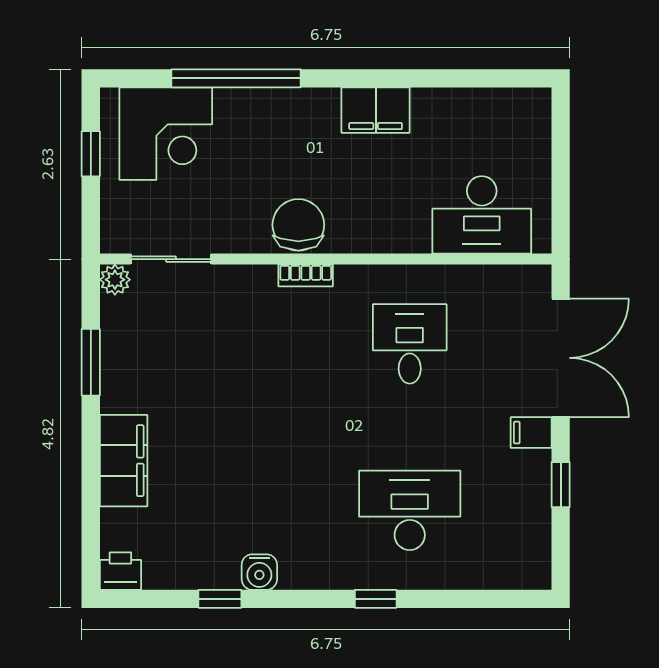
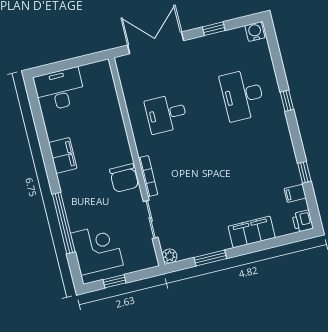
desk: (482, 215) -> (59, 90), moved, turned -90
chair: (298, 225) -> (124, 178), turned -90
sliding door: (171, 259) -> (151, 219), moved
bookcase: (306, 275) -> (148, 176), width x1.56
filing cabinet: (531, 433) -> (295, 193), moved, turned 90
water cooler: (259, 572) -> (255, 32), moved, turned -90

